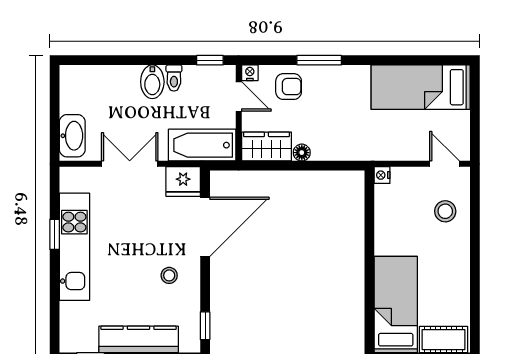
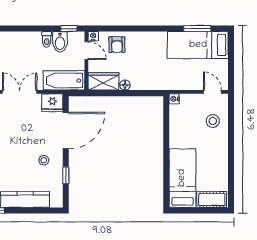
window: (319, 60) -> (197, 28), moved
bidet: (152, 82) -> (60, 42), moved
armchair: (289, 87) -> (117, 45), turned 90
window: (205, 326) -> (66, 175), moved

